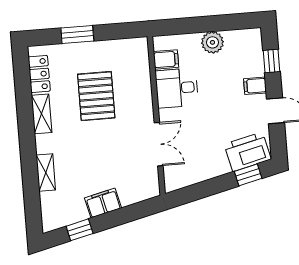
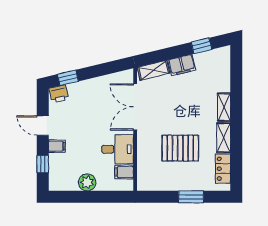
pallet: (96, 96) -> (180, 148), turned 90
double door: (159, 144) -> (135, 107), width x1.37
printer: (248, 152) -> (59, 94), width x0.53, depth x0.68
shelving: (46, 173) -> (224, 107), moved
shelving: (139, 193) -> (153, 70), added

